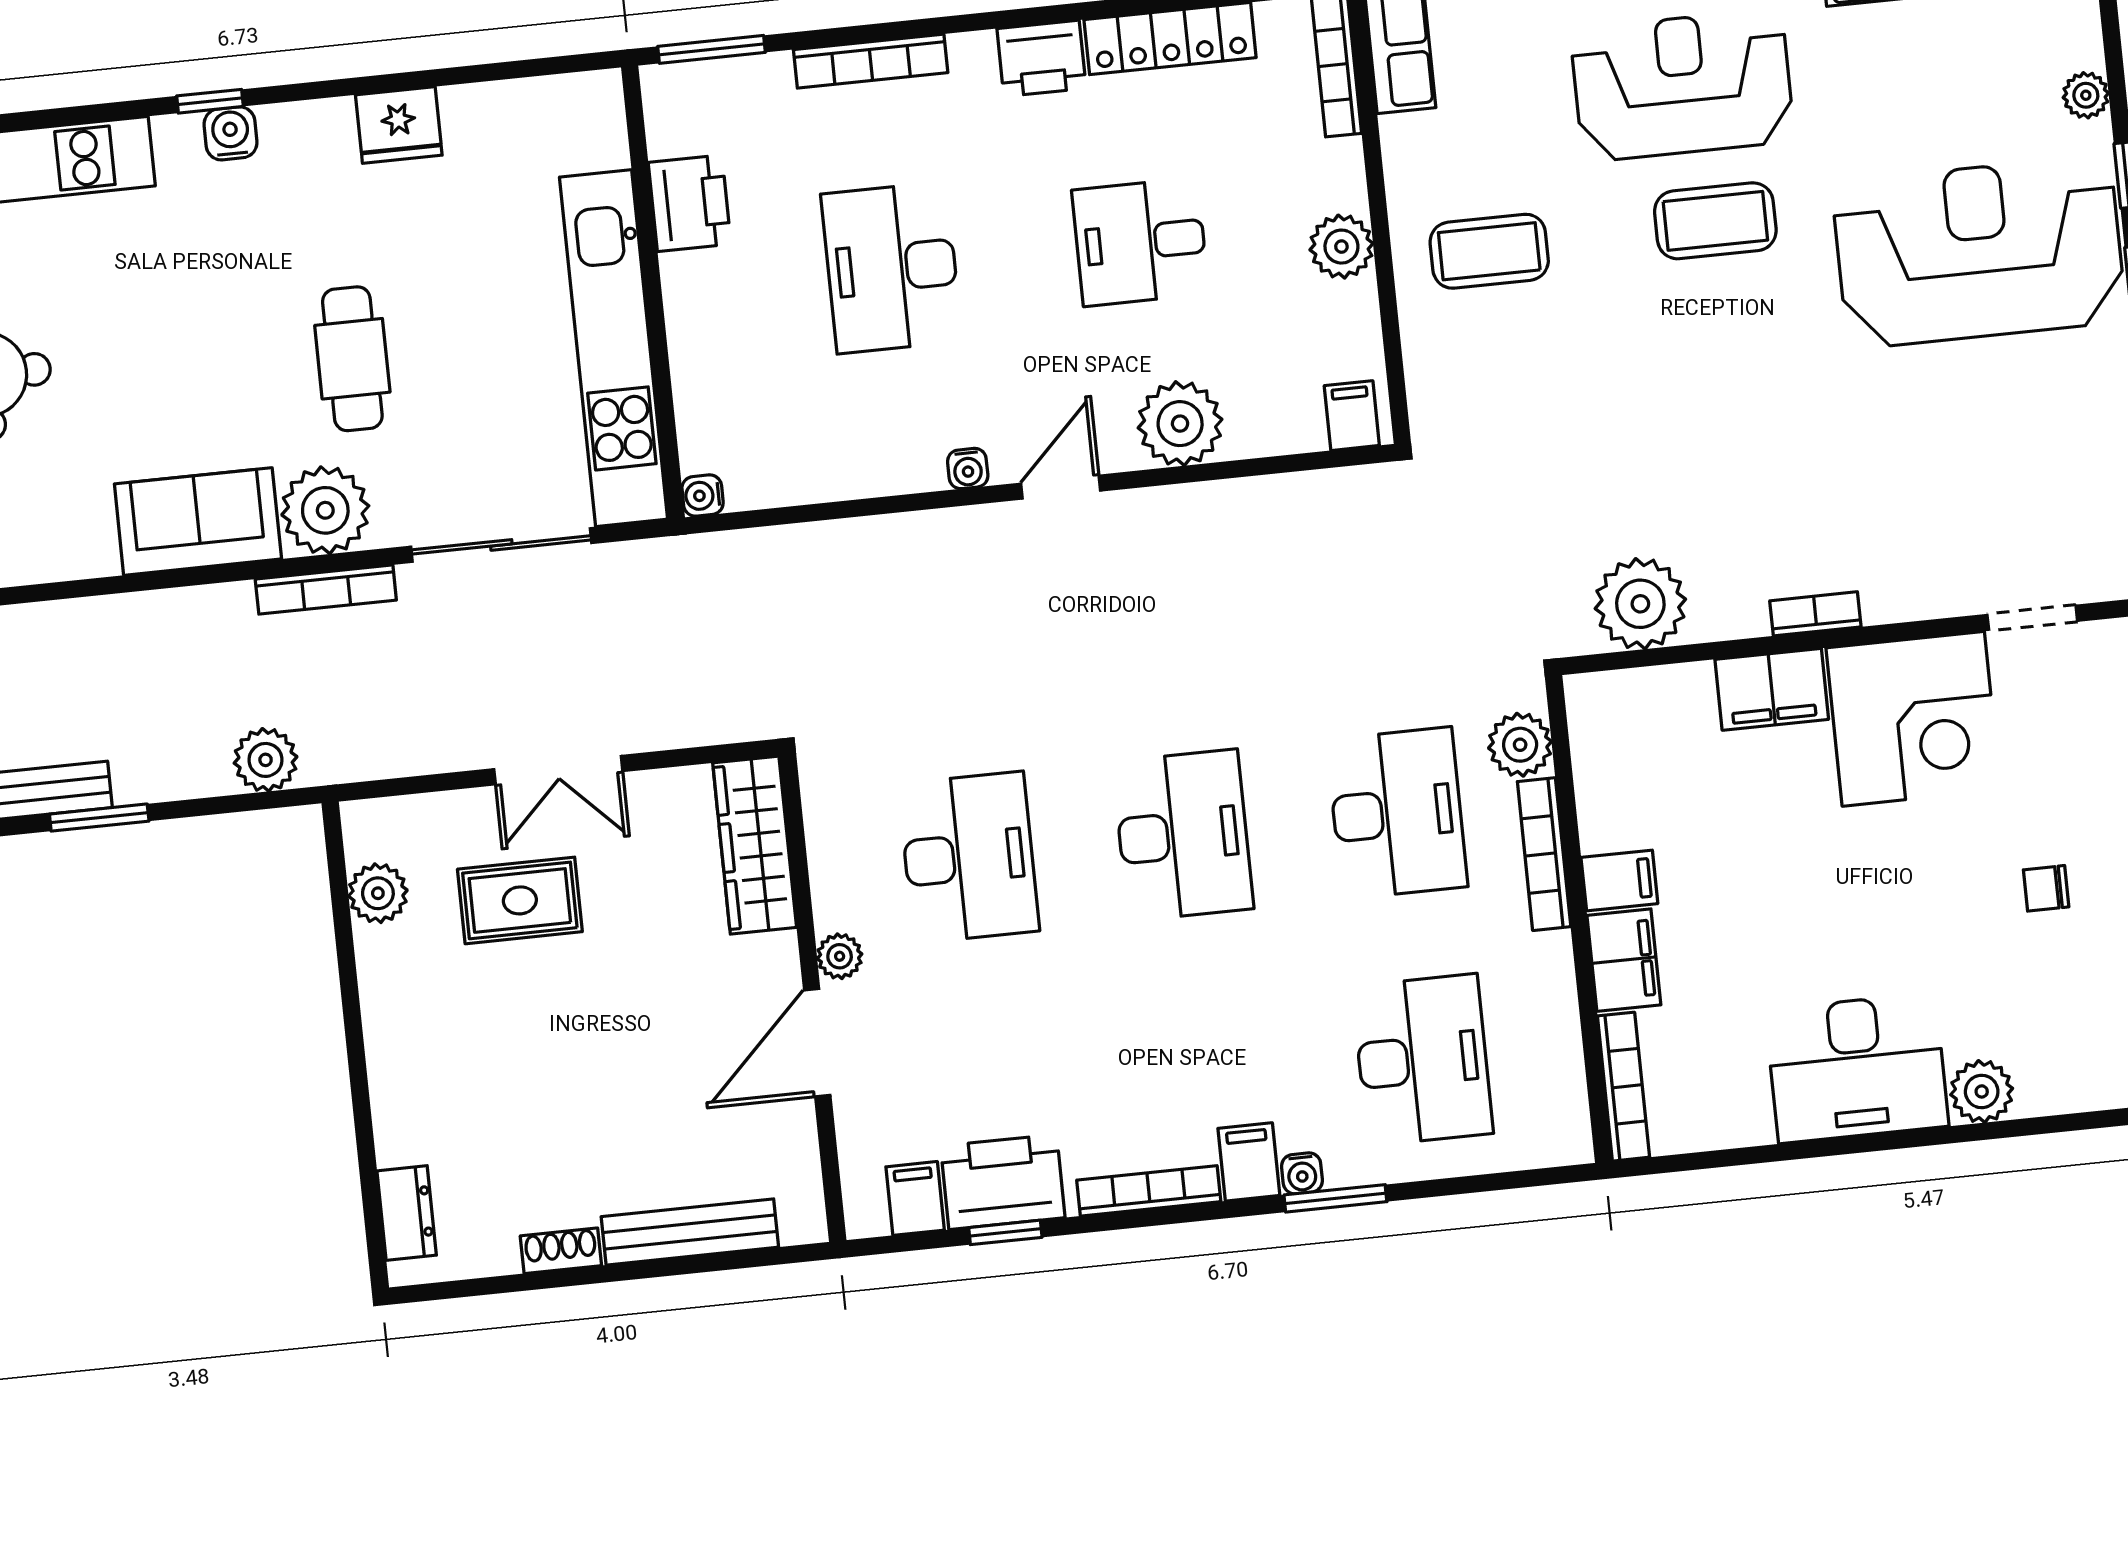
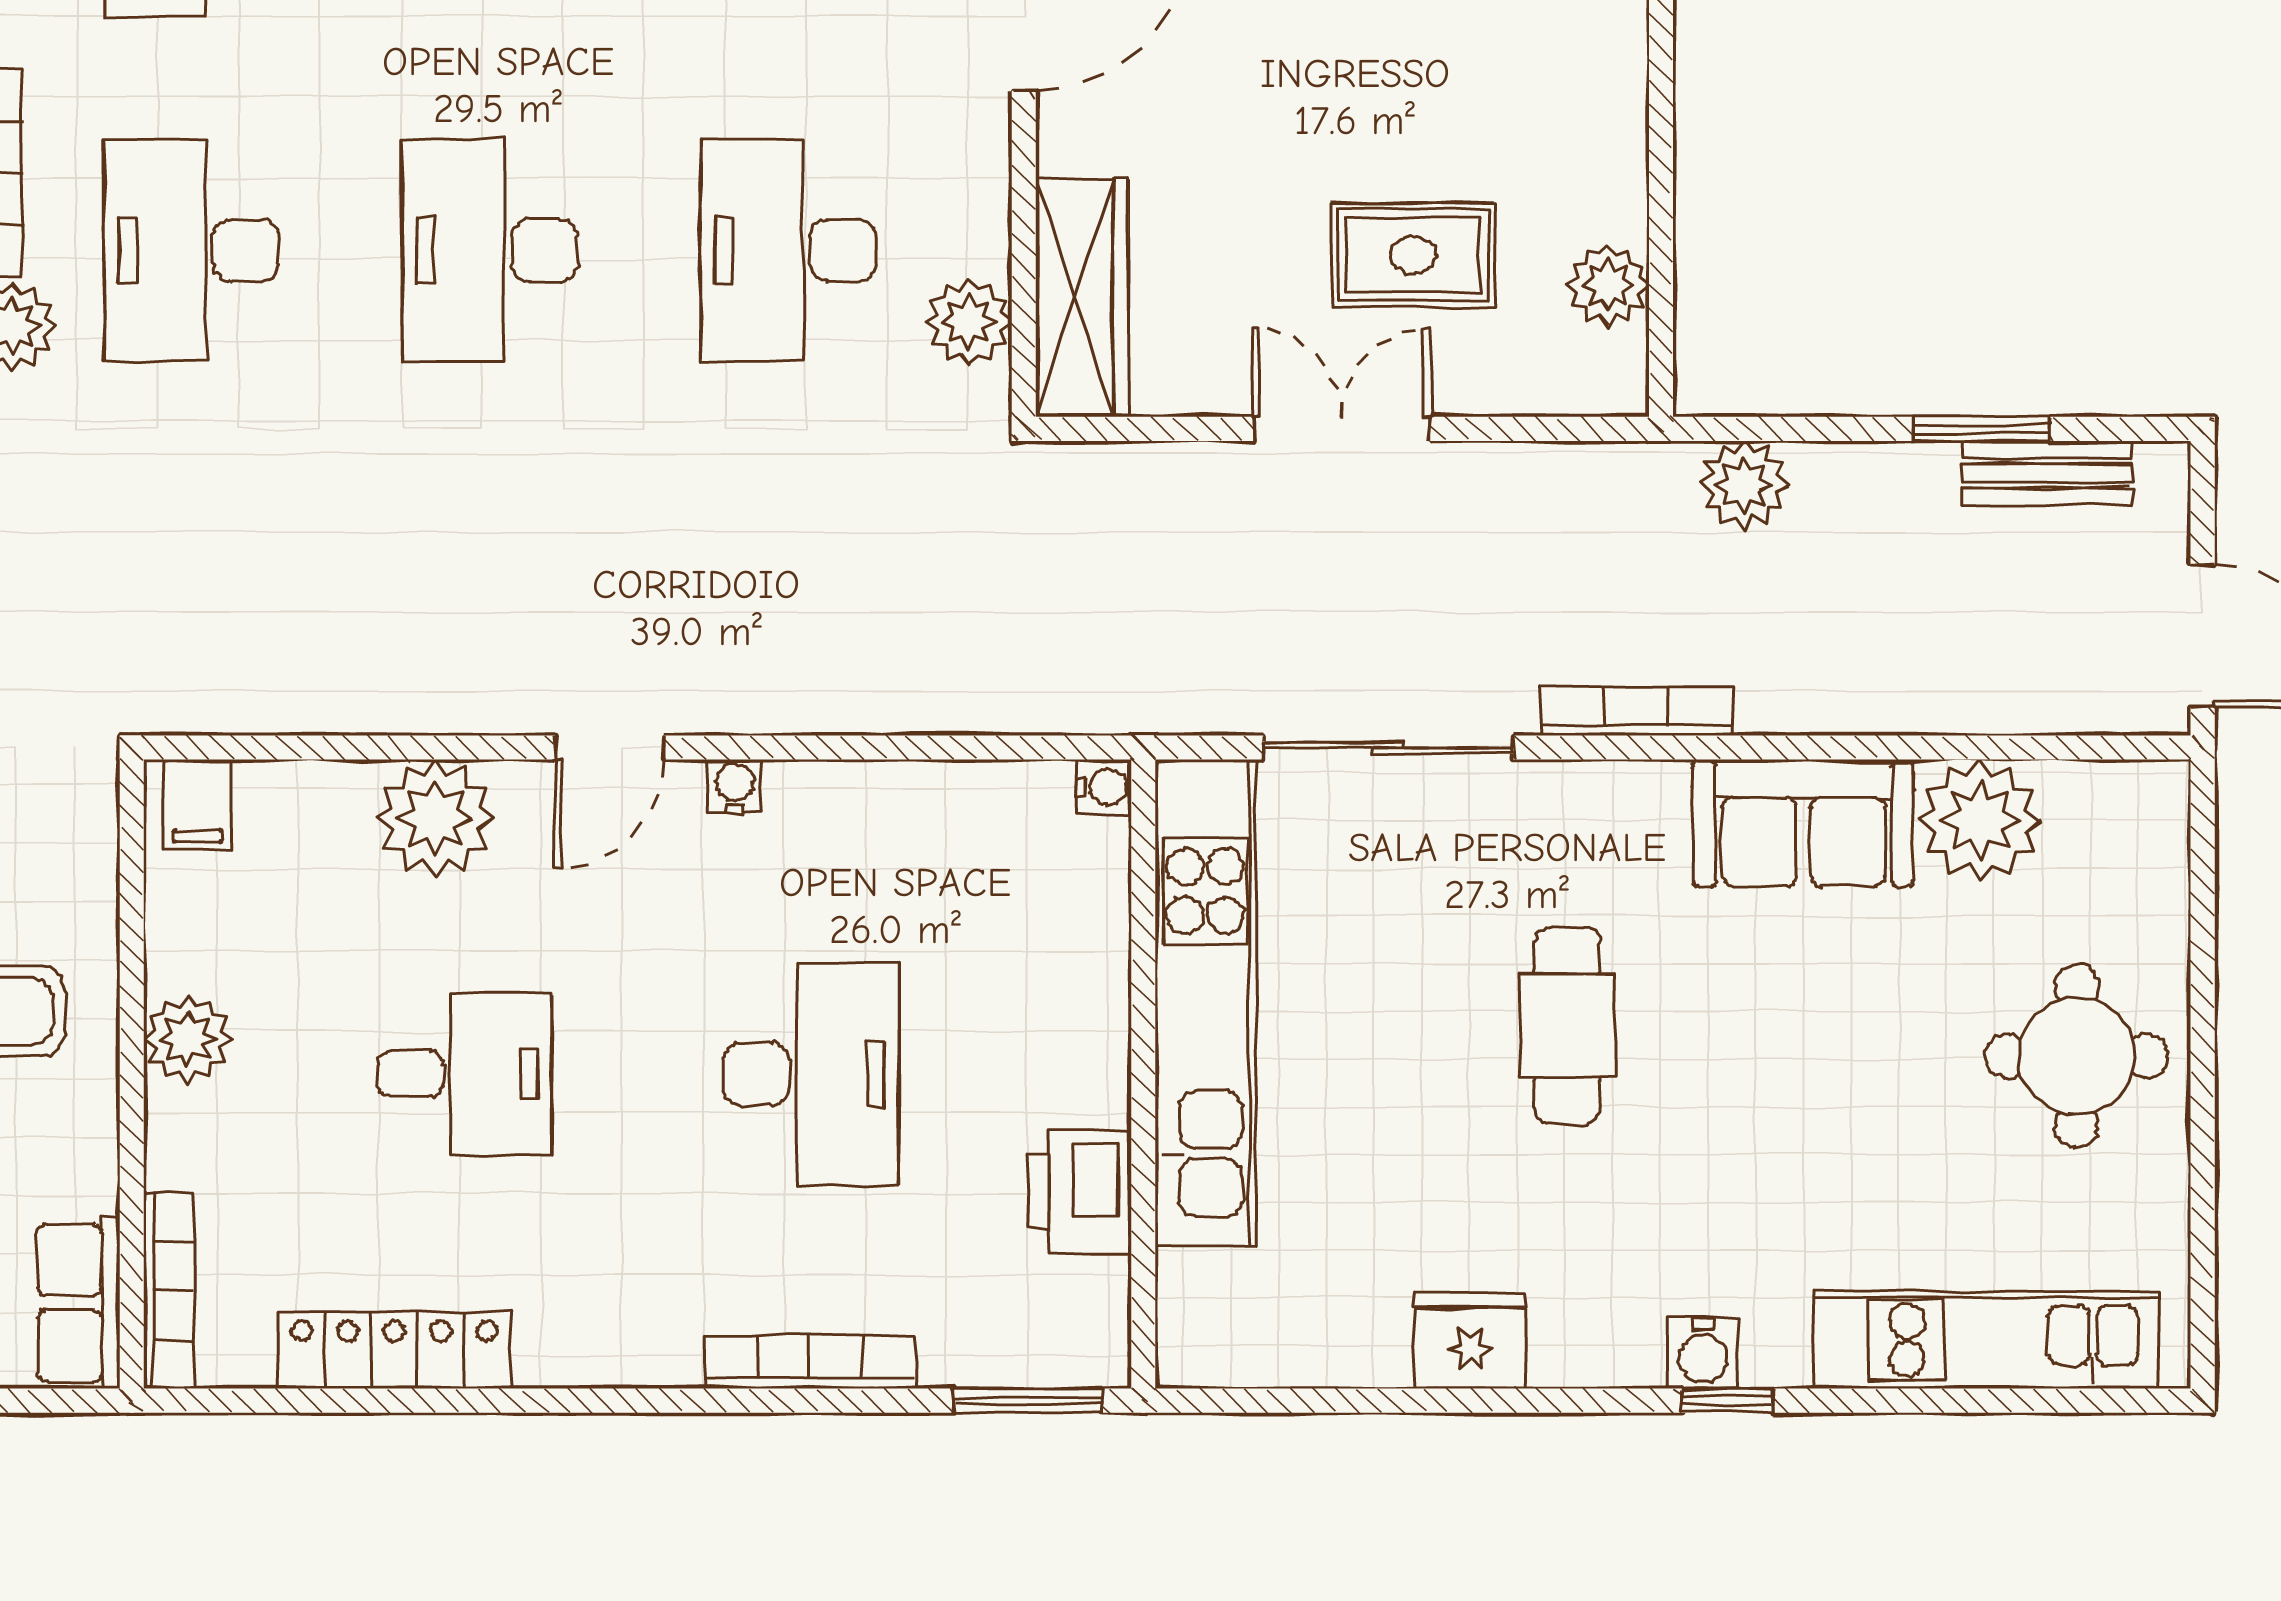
printer: (1042, 58) -> (574, 1341), removed
plant: (325, 510) -> (1980, 820), moved
plant: (840, 956) -> (969, 322), moved, width x1.38, depth x1.38

